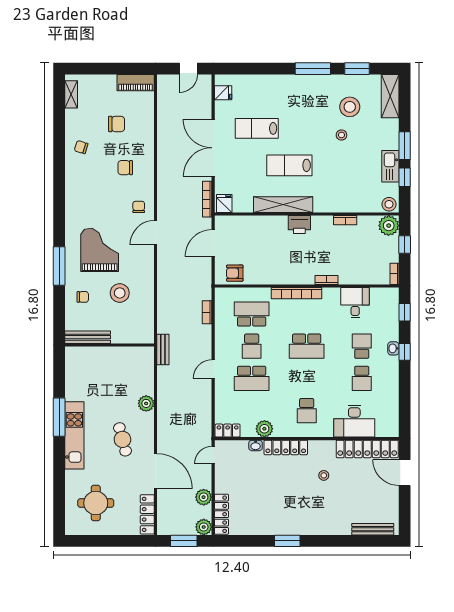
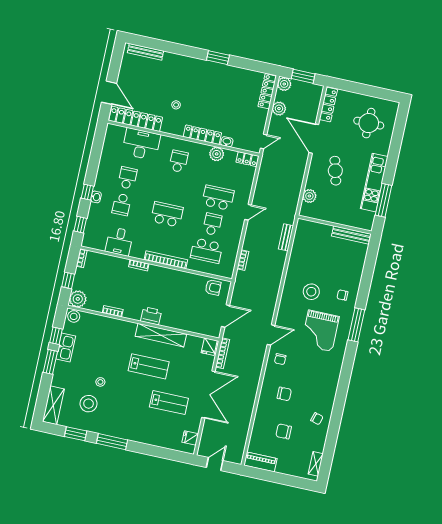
bench: (88, 337) -> (351, 235), moved
wall: (109, 345) -> (335, 225), moved

